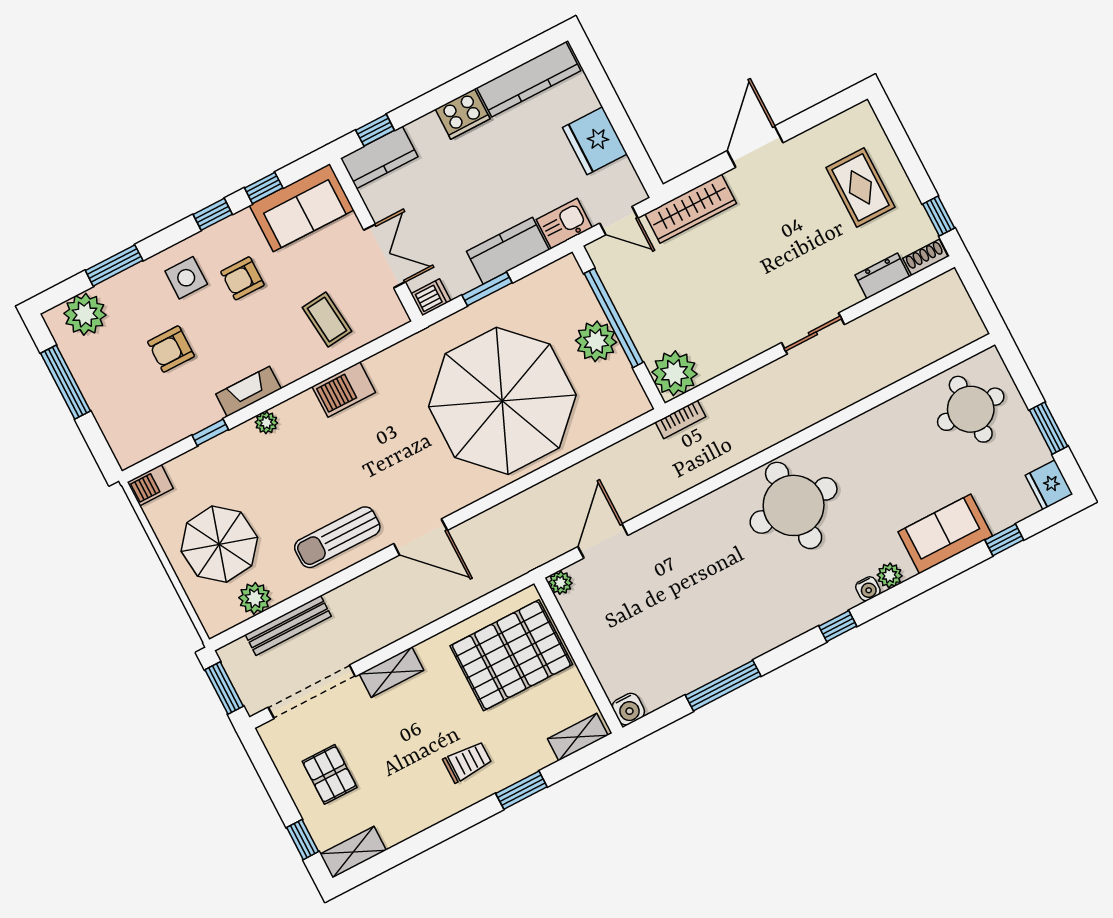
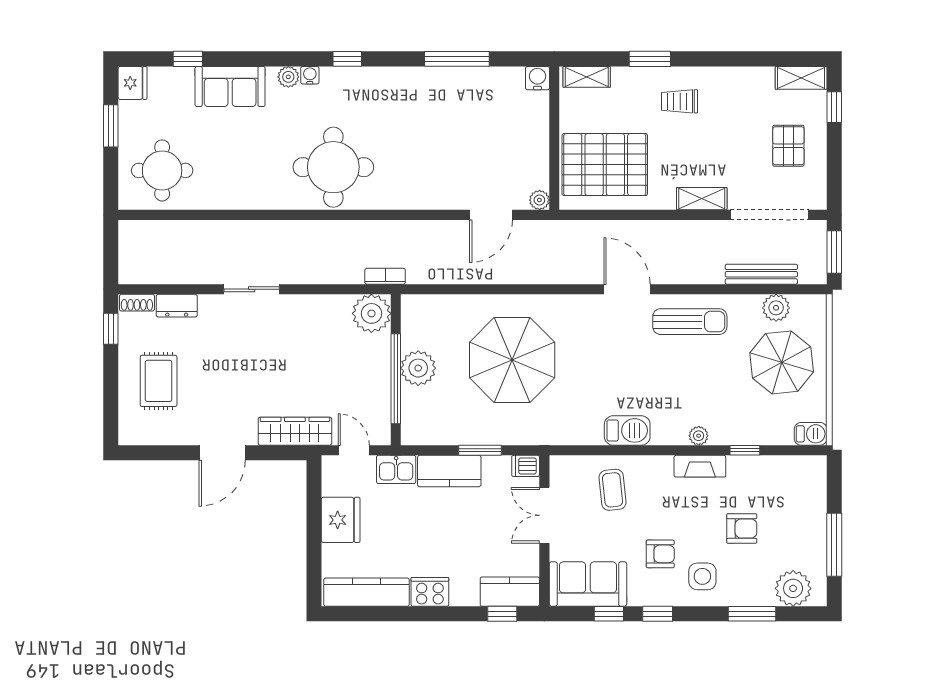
parasol: (502, 401) -> (512, 360), width x0.73, depth x0.73

